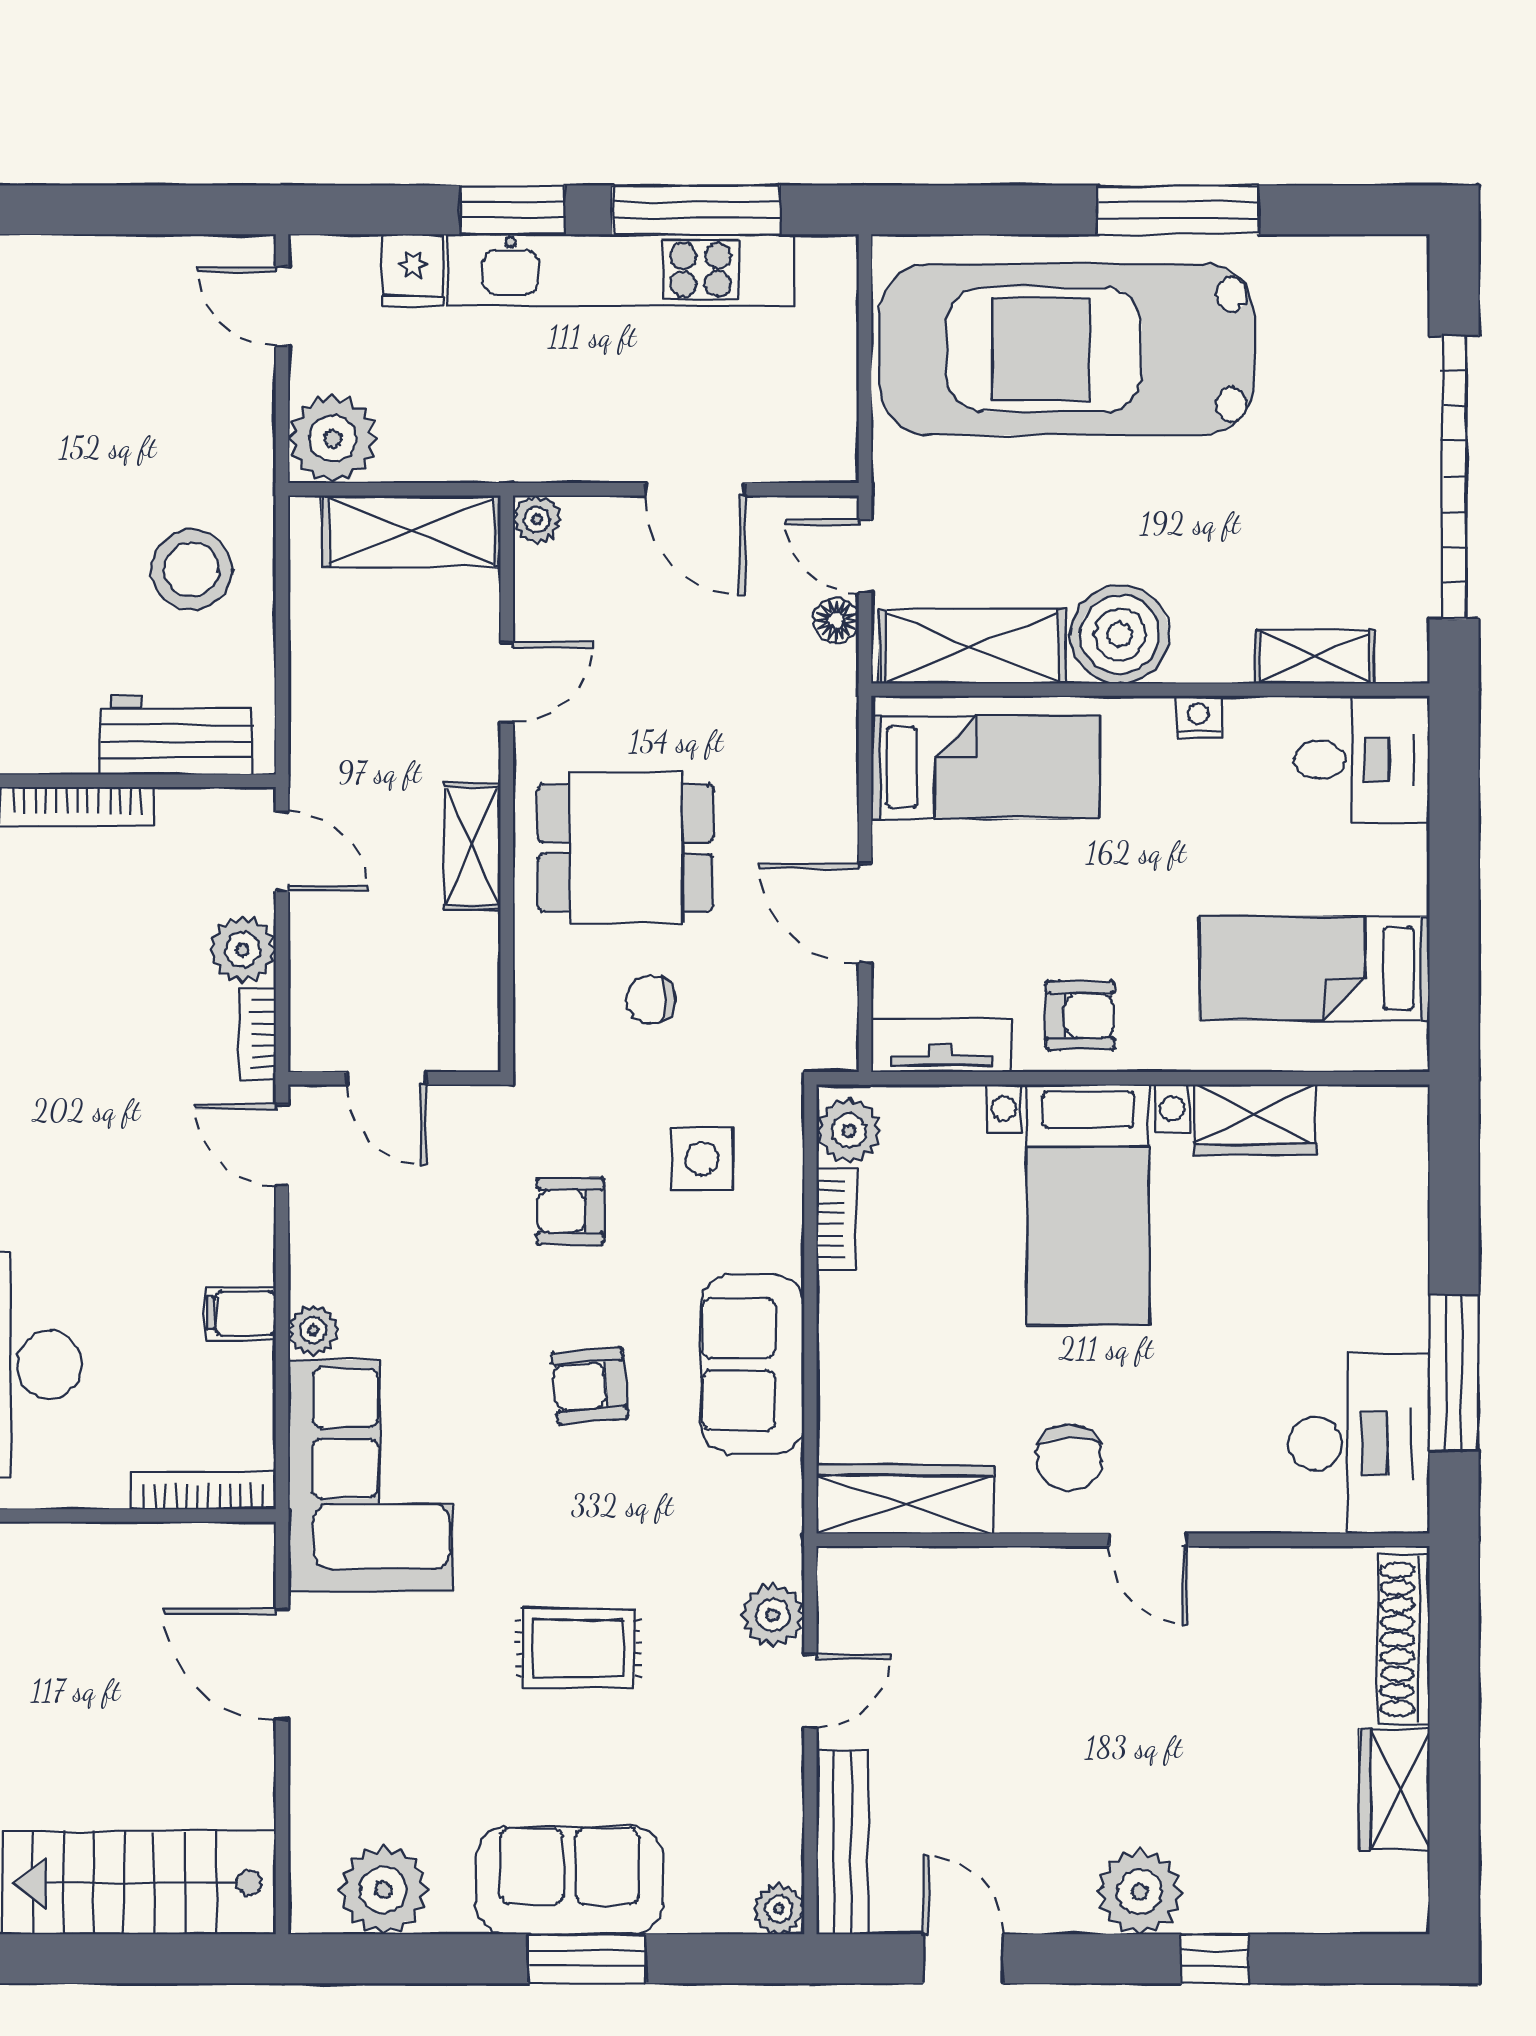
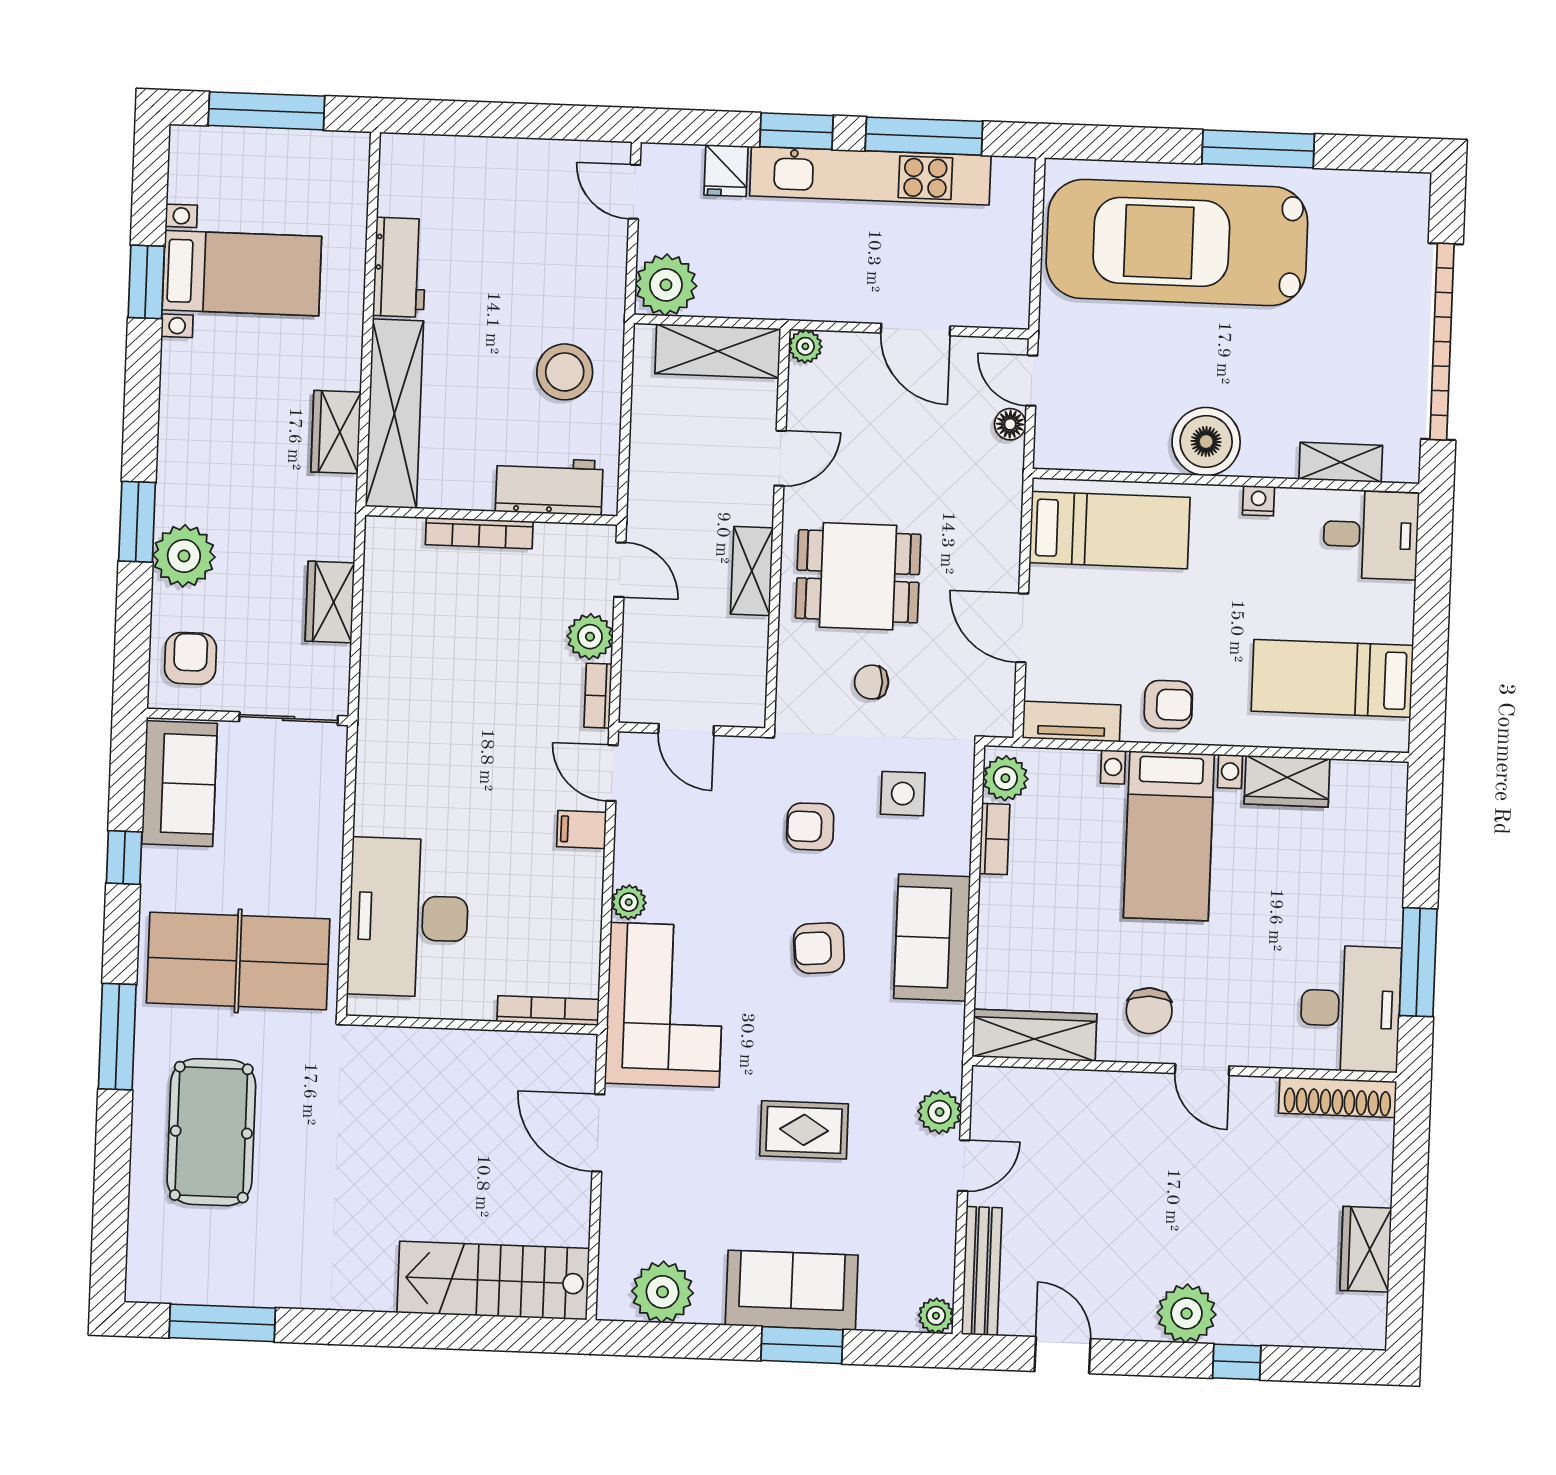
shelving: (972, 646) -> (1104, 446), removed
filing cabinet: (241, 1313) -> (581, 829), moved
shoe rack: (1404, 1639) -> (1338, 1097), moved, turned -90

